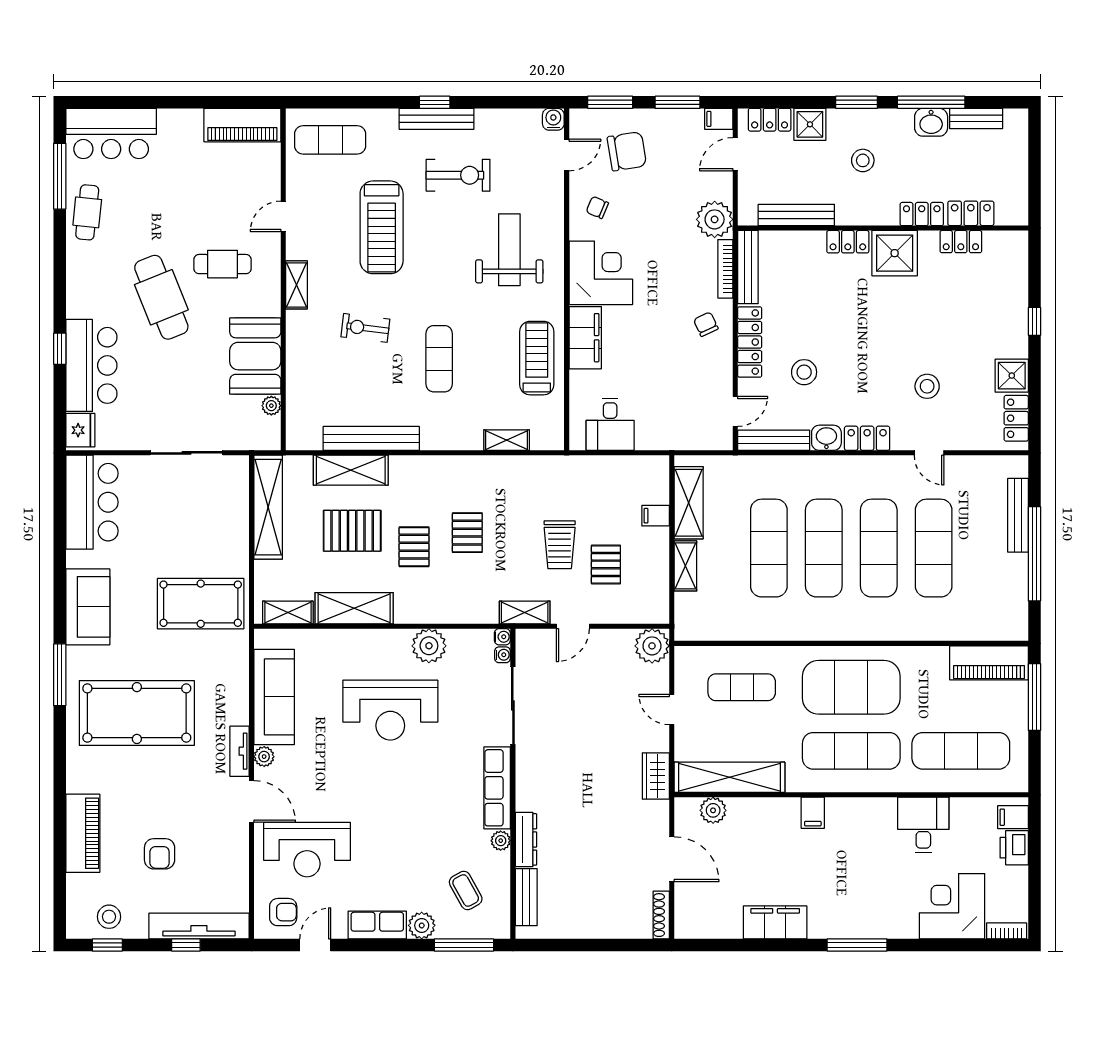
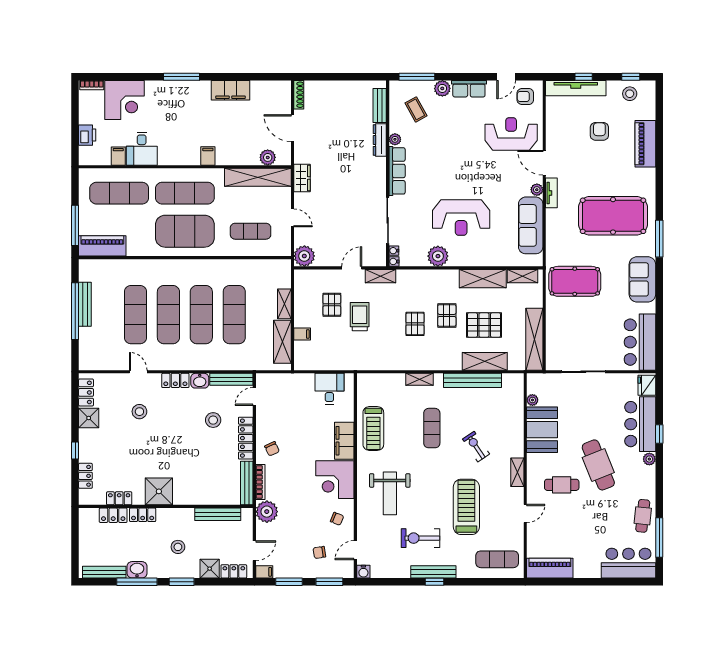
bench: (976, 118) -> (104, 572), width x1.36
chair: (627, 151) -> (319, 552), width x0.54, depth x0.54
locker: (848, 242) -> (85, 476), moved, turned 90
plant: (76, 307) -> (649, 459), added
exercise bike: (365, 328) -> (476, 447), turned -131
shelving: (507, 440) -> (420, 379), moved
bench: (1018, 515) -> (85, 304), moved
reception desk: (390, 710) -> (461, 218), turned 180
filing cabinet: (1013, 817) -> (118, 156), moved, turned -90

